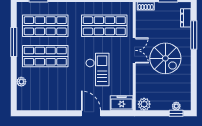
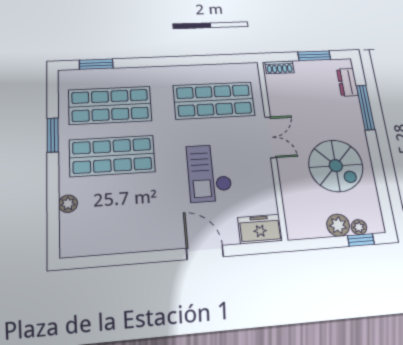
window: (14, 42) -> (53, 135), width x0.69
spiral stairs: (165, 58) -> (336, 166), moved
checkout: (97, 70) -> (209, 173), turned 180
plant: (144, 104) -> (338, 225), moved

